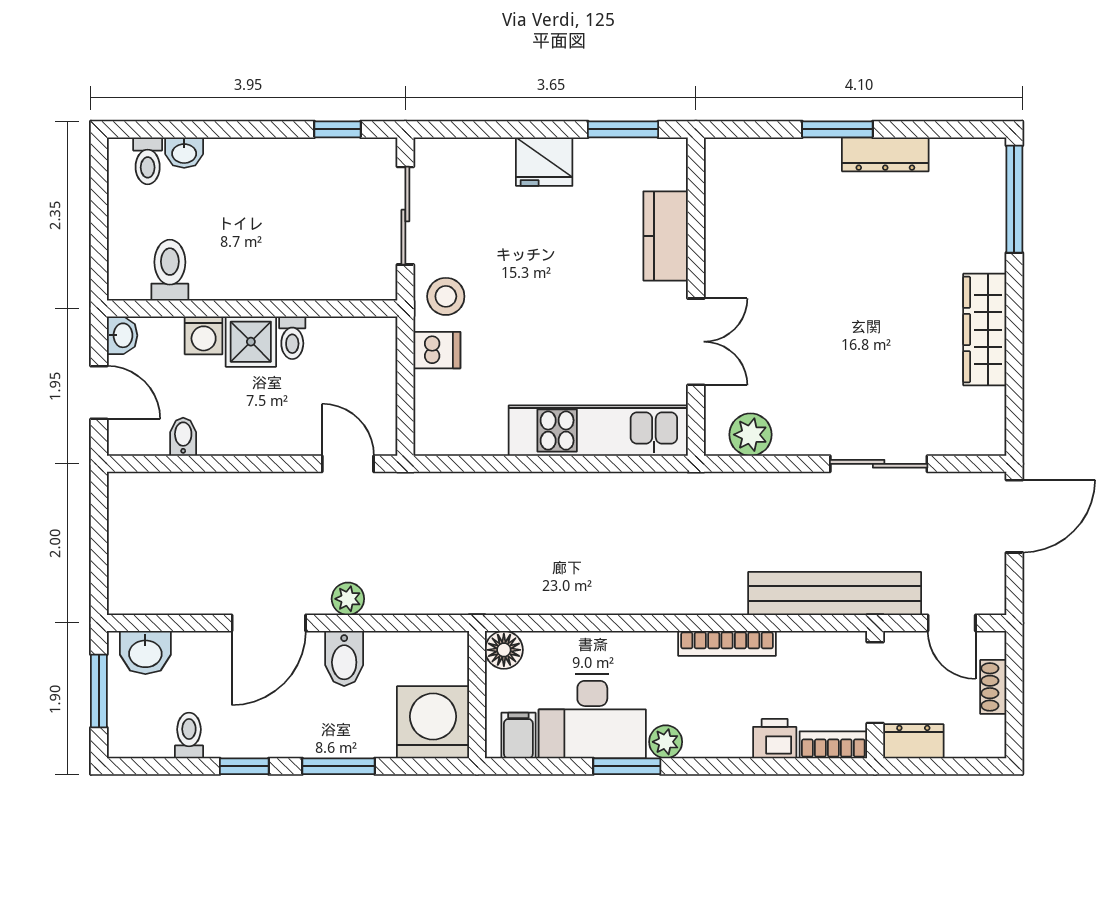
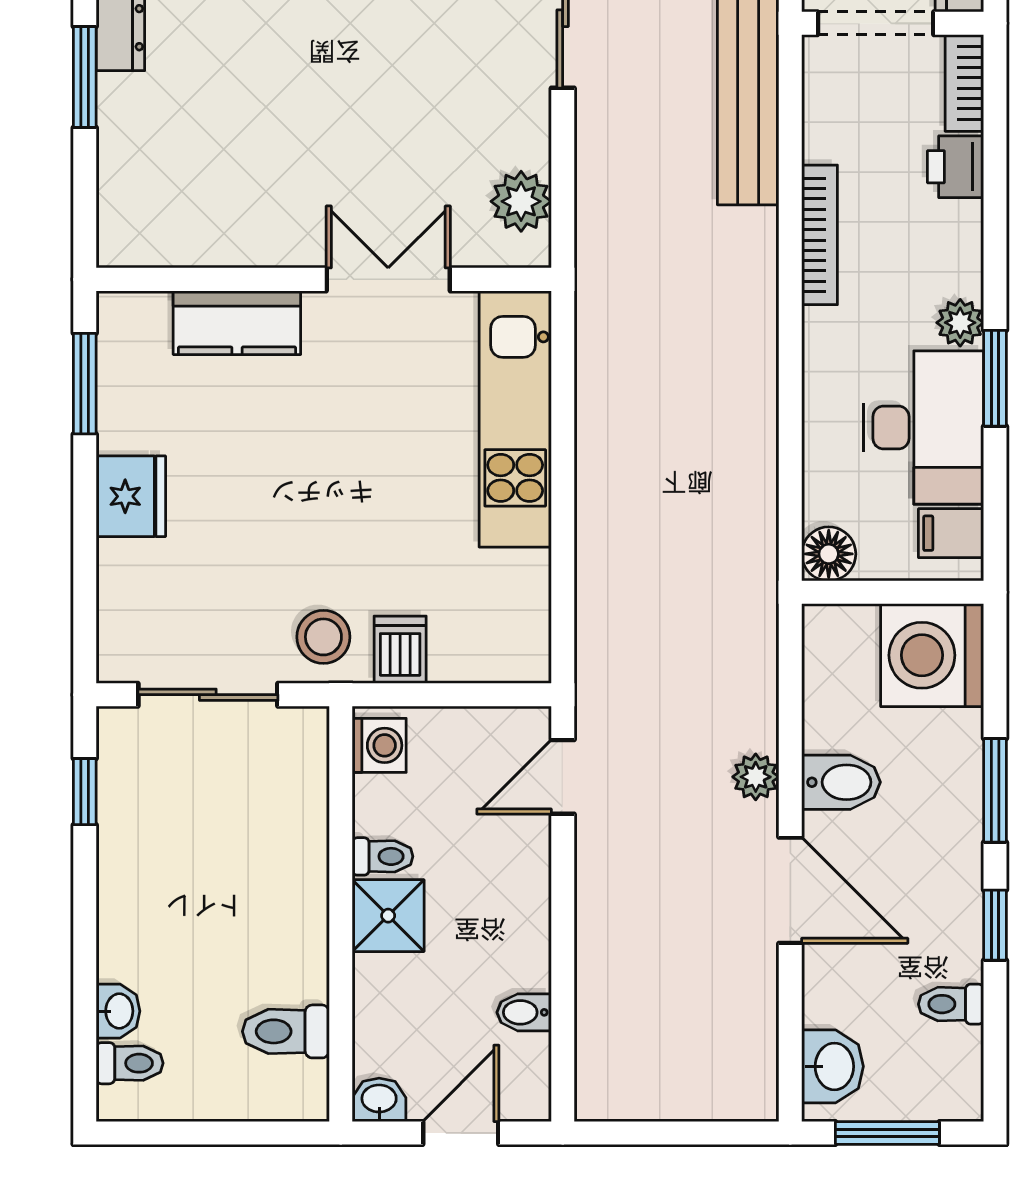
washing machine: (204, 335) -> (379, 745), moved

